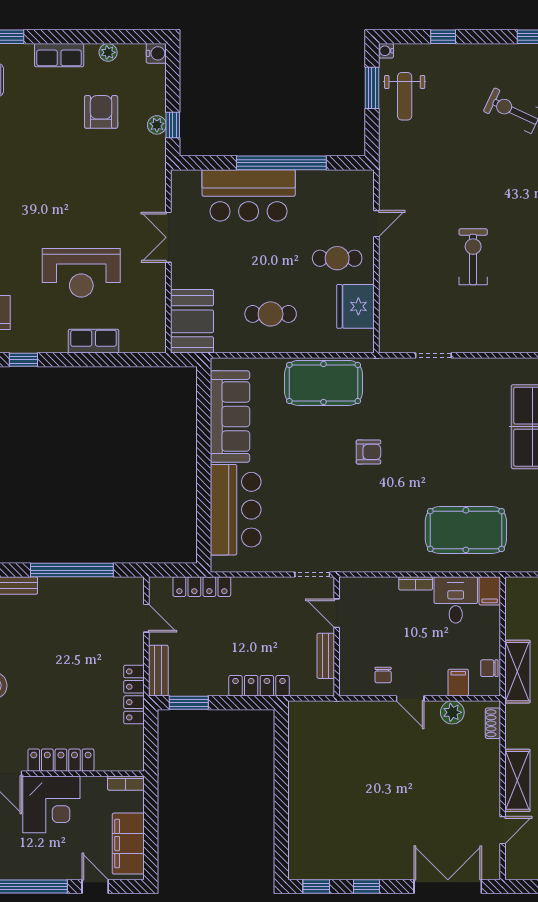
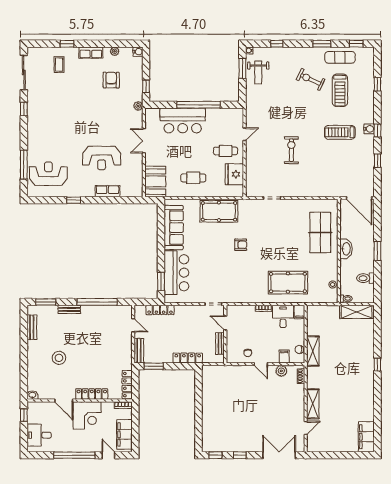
plant: (157, 125) -> (138, 106), moved
window: (204, 528) -> (161, 281), added
locker: (134, 694) -> (127, 385), moved

